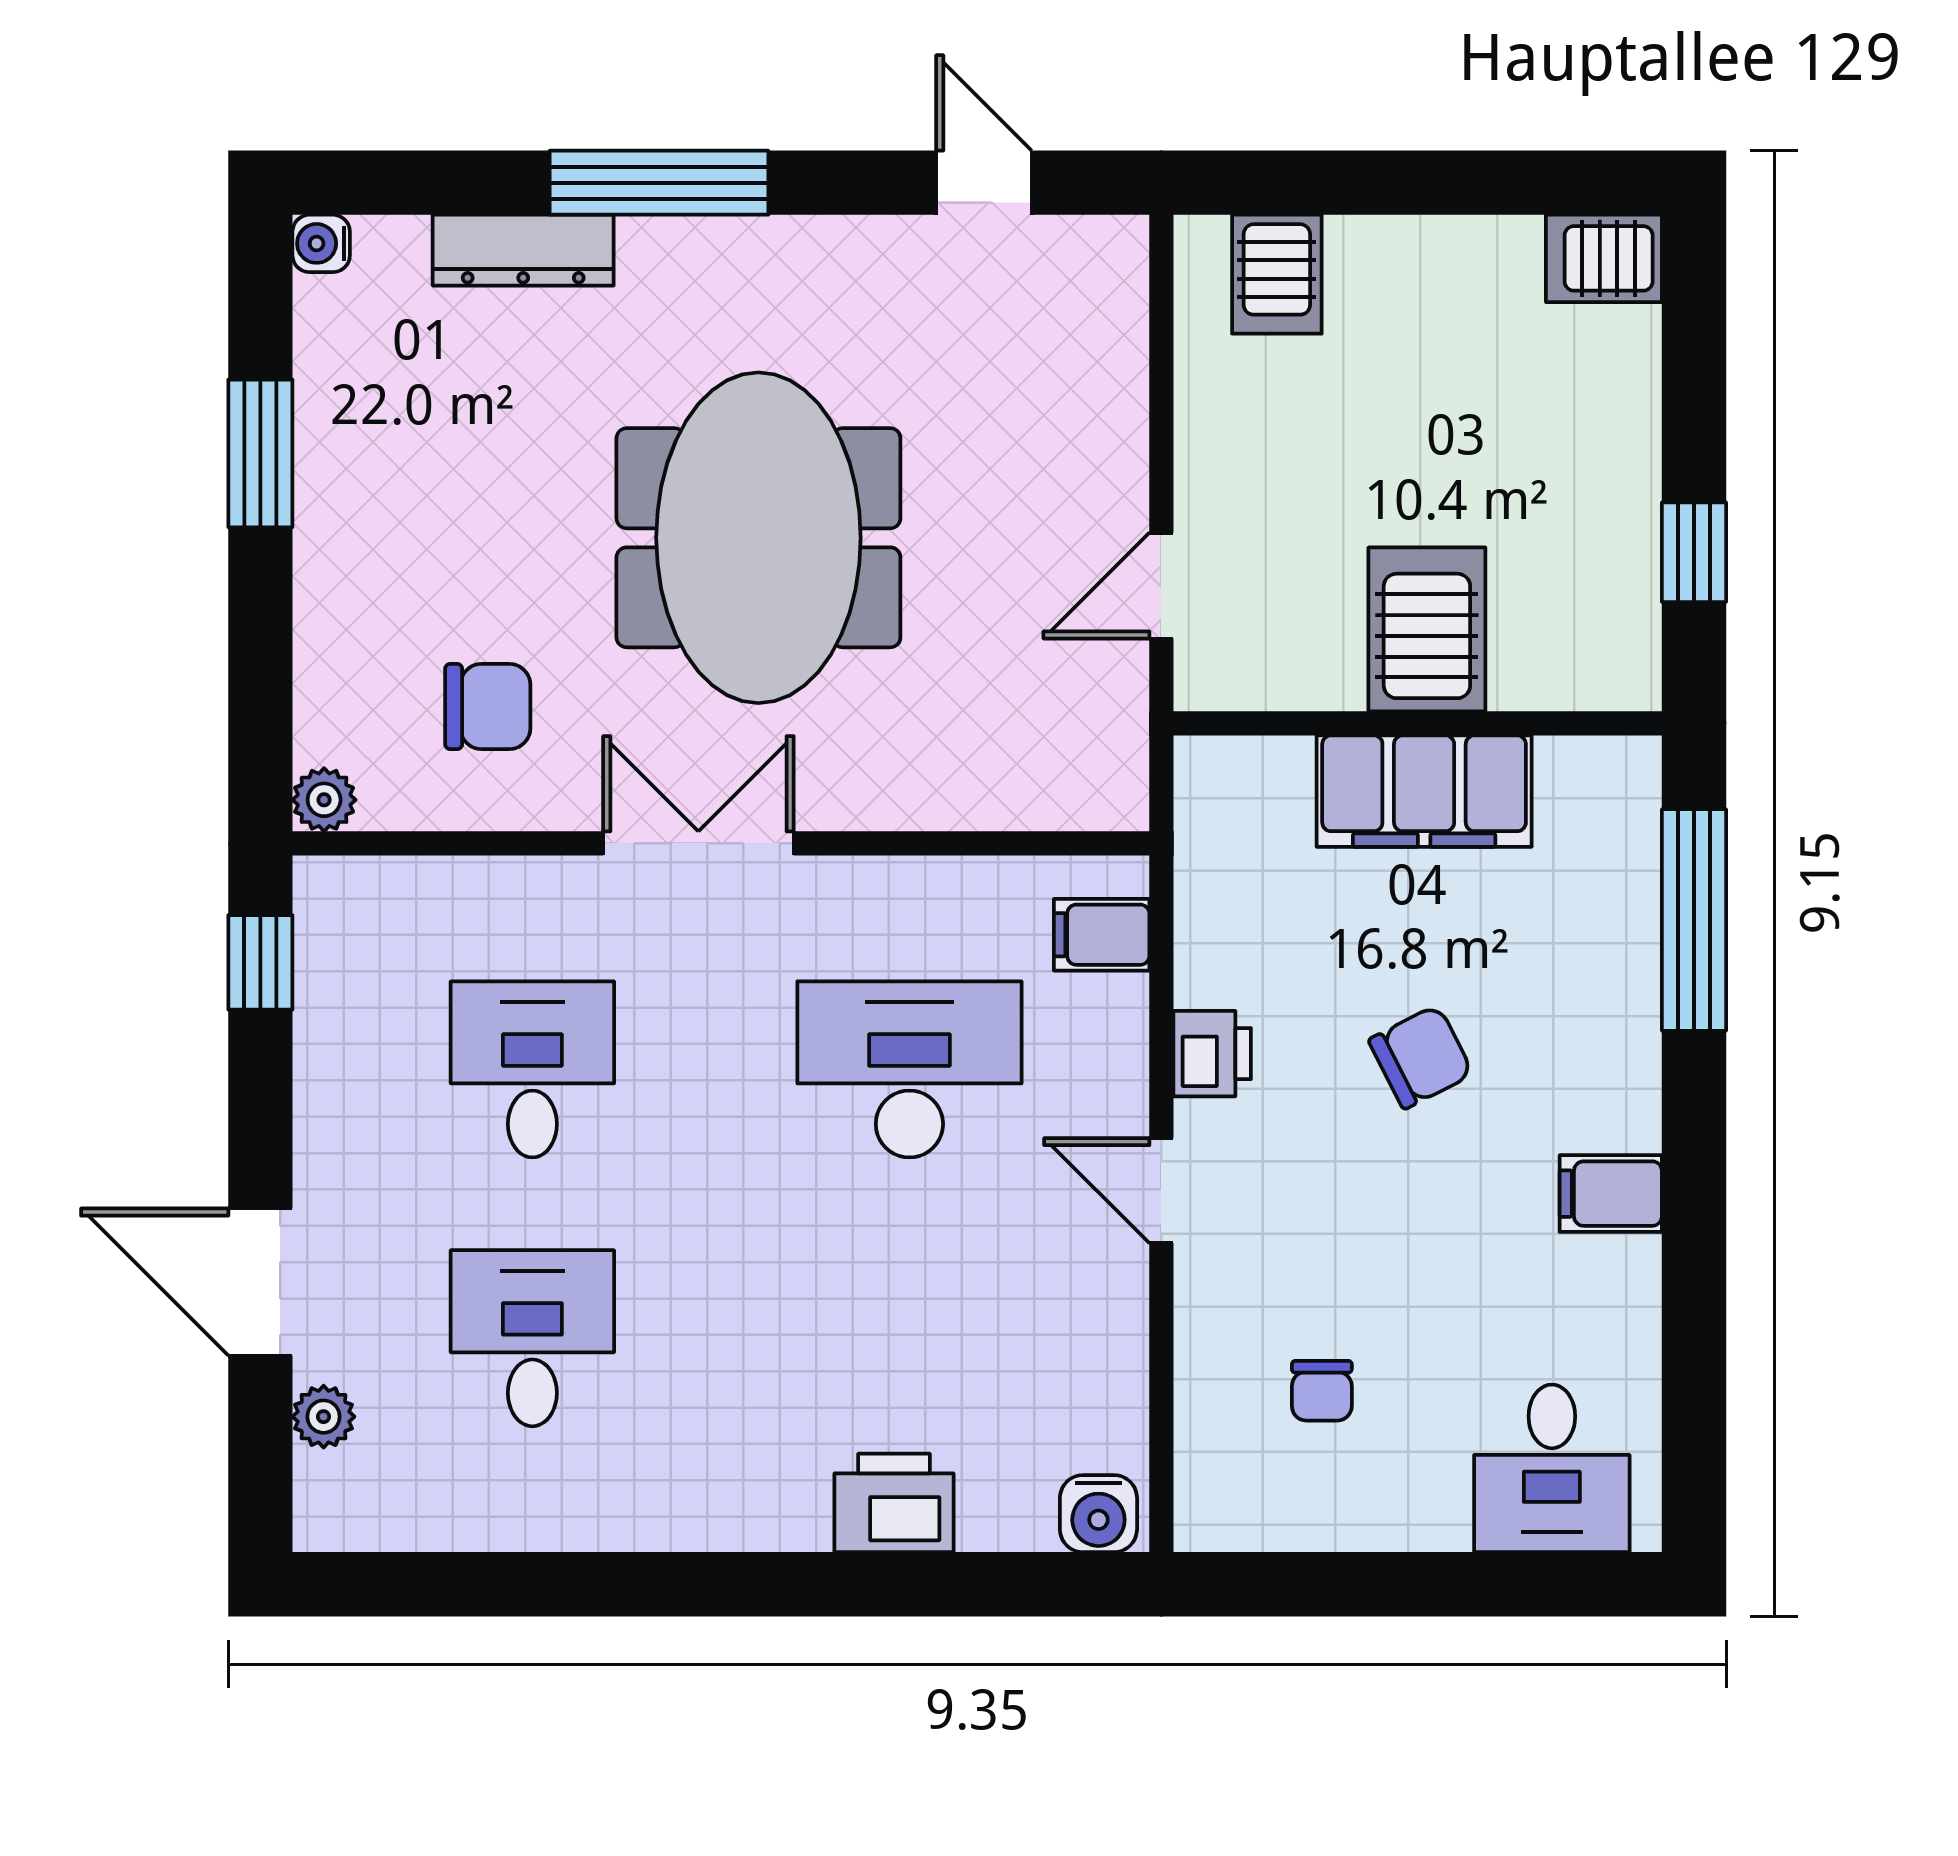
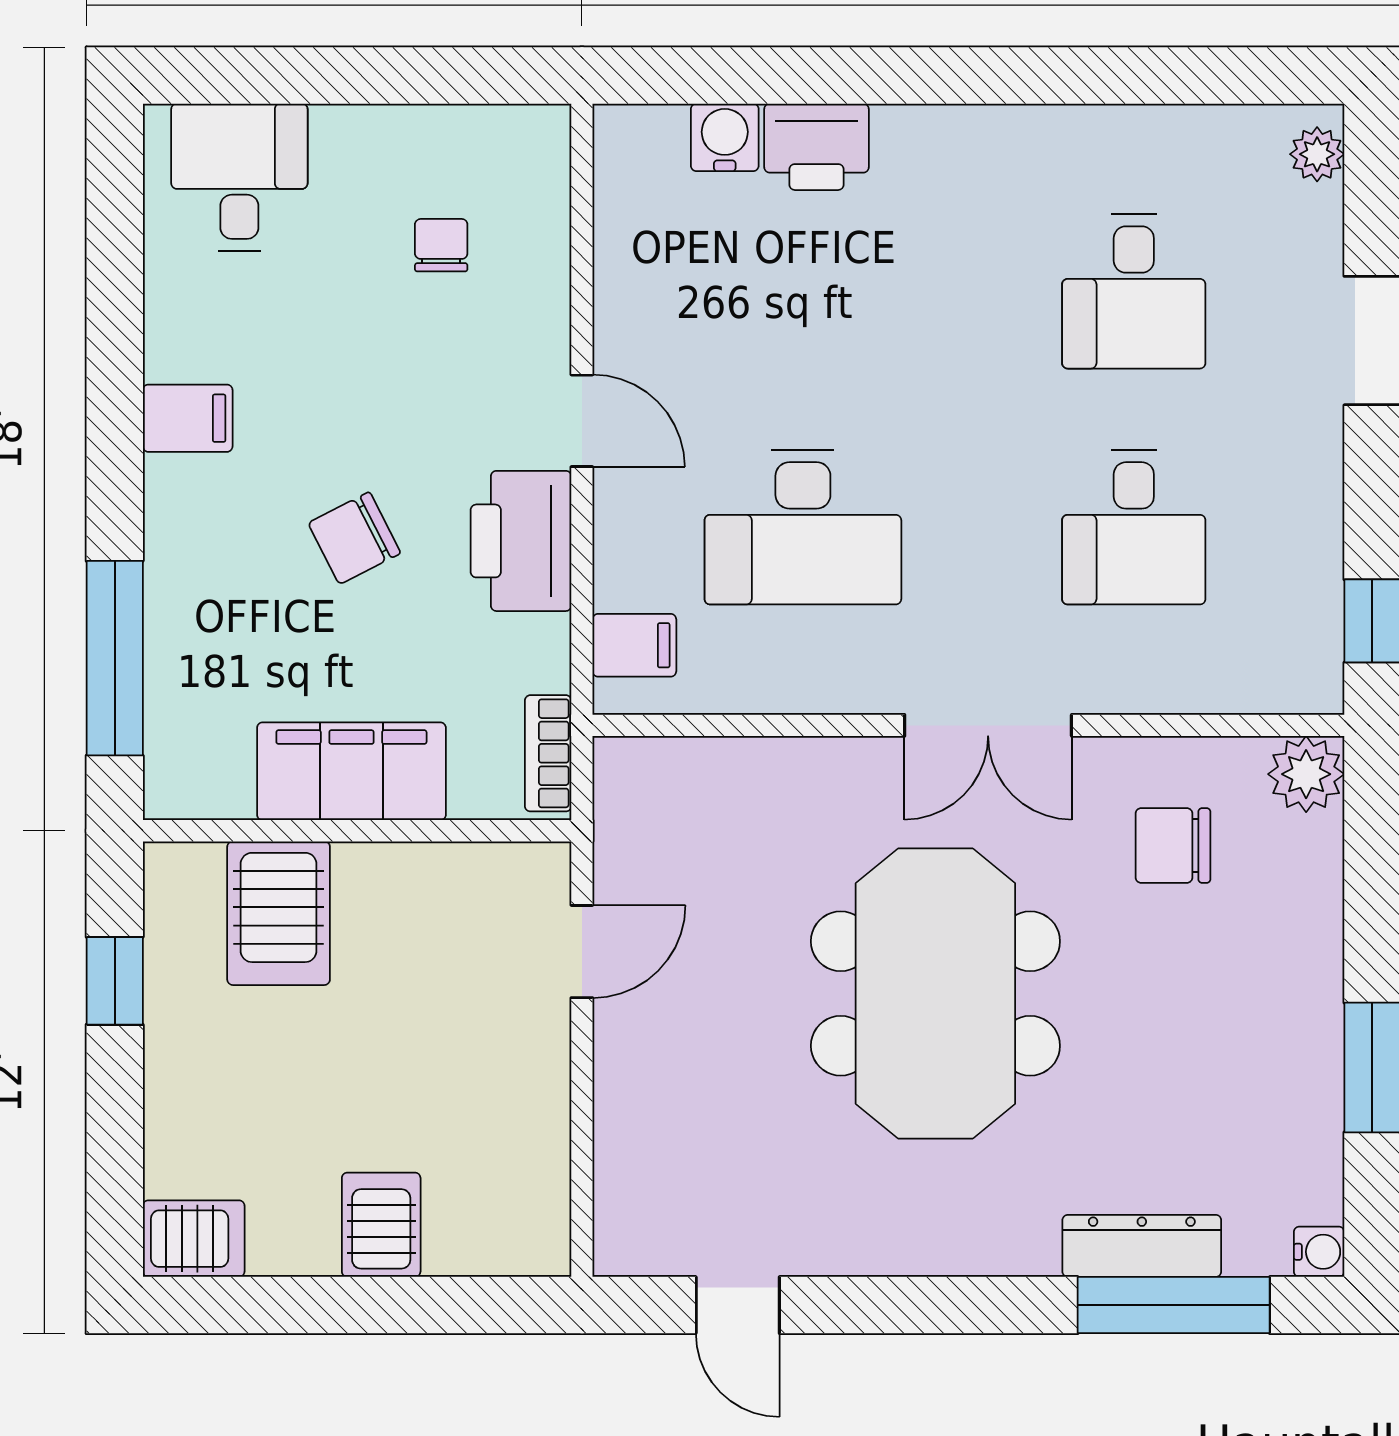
window: (659, 183) -> (1174, 1305), moved
server rack: (1277, 274) -> (381, 1225), moved
server rack: (1427, 629) -> (279, 913), moved
plant: (324, 800) -> (1306, 774), width x1.38, depth x1.38
bookcase: (1200, 812) -> (548, 753), added
printer: (1212, 1054) -> (521, 541), width x1.87, depth x1.48
plant: (324, 1417) -> (1317, 154), moved
water cooler: (1098, 1514) -> (725, 137), moved

